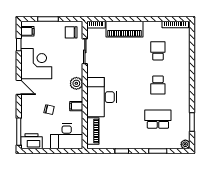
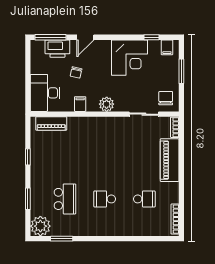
door: (19, 87) -> (85, 37), moved
desk: (102, 97) -> (91, 134), removed
printer: (32, 141) -> (57, 49), moved, turned 90
plant: (185, 144) -> (40, 226), width x1.88, depth x1.88

